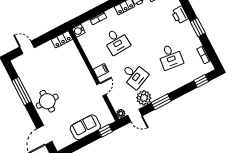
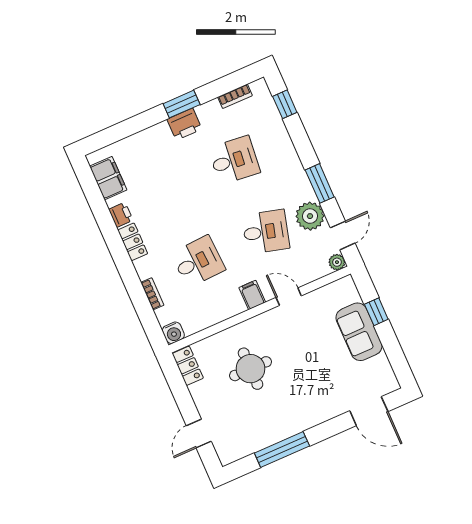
printer: (180, 15) -> (184, 124), moved
desk: (134, 75) -> (266, 232), turned 39
round table: (47, 101) -> (251, 369), moved
window: (105, 131) -> (376, 312), moved

